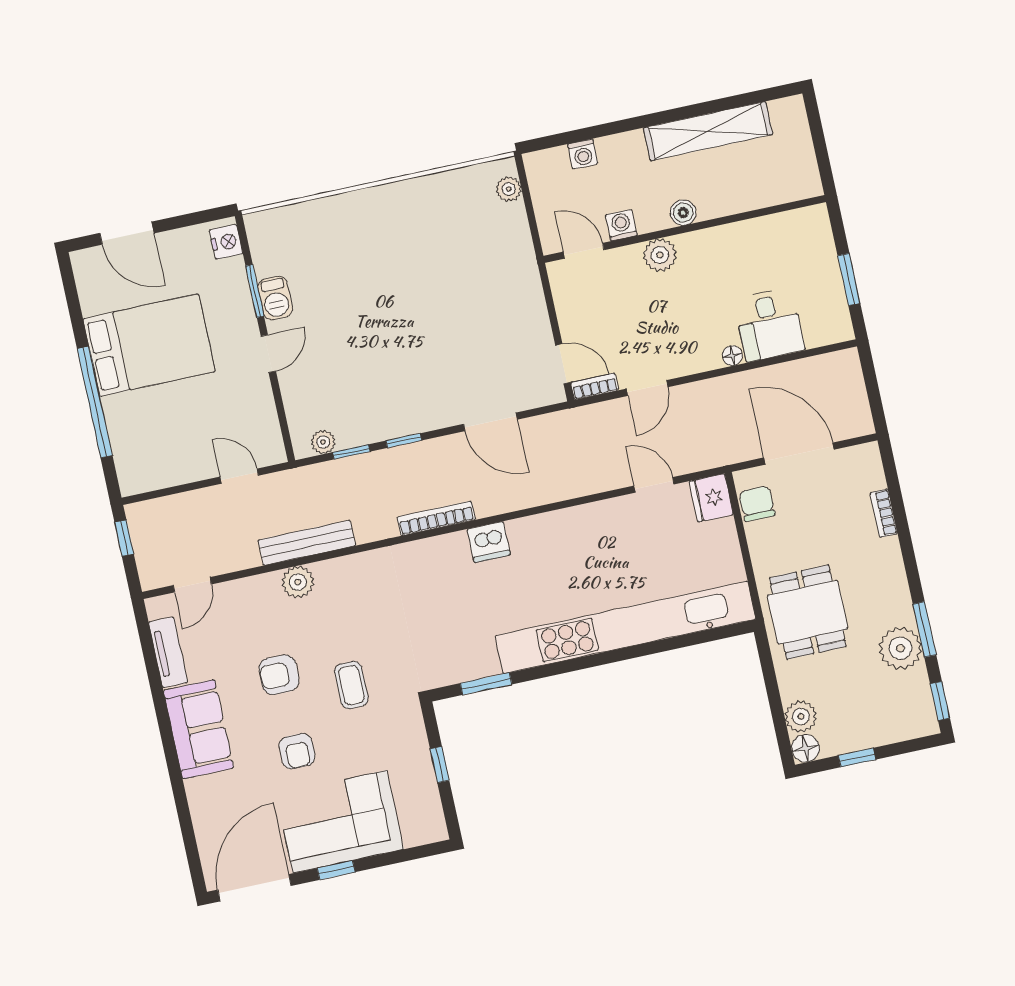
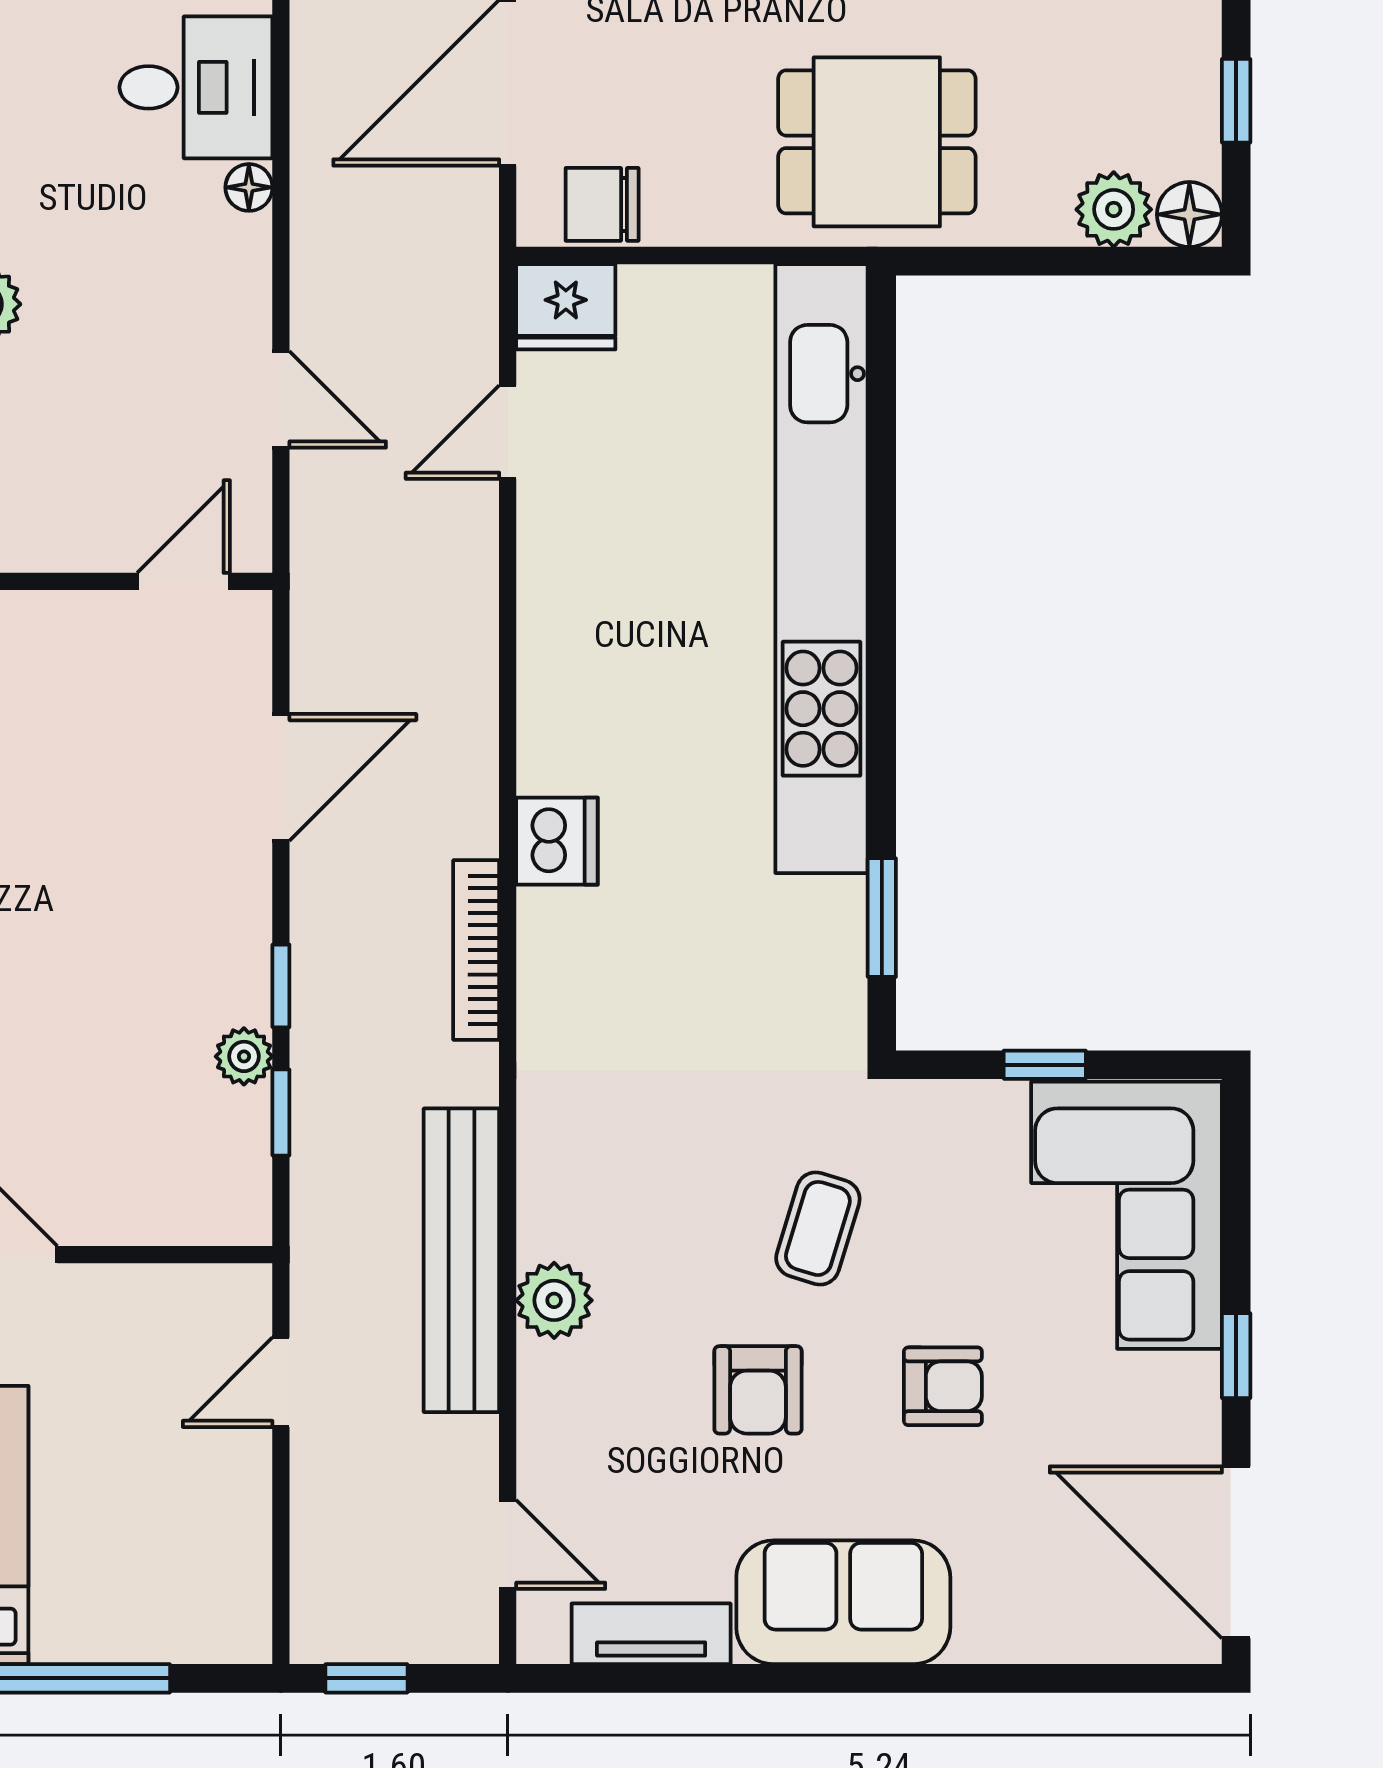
bookcase: (595, 386) -> (251, 520), removed
plant: (323, 442) -> (244, 1056), moved
bench: (307, 543) -> (461, 1260), width x1.37, depth x1.21
coffee table: (351, 685) -> (818, 1228), turned -73
corner sofa: (340, 822) -> (1127, 1215), moved

